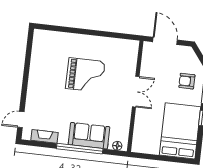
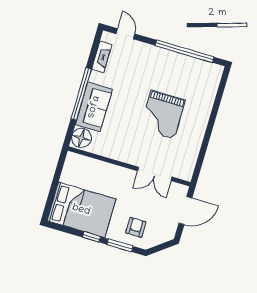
window: (27, 66) -> (184, 51), added
double door: (136, 92) -> (155, 174), moved
floor lamp: (117, 146) -> (81, 138), width x1.89, depth x1.89

